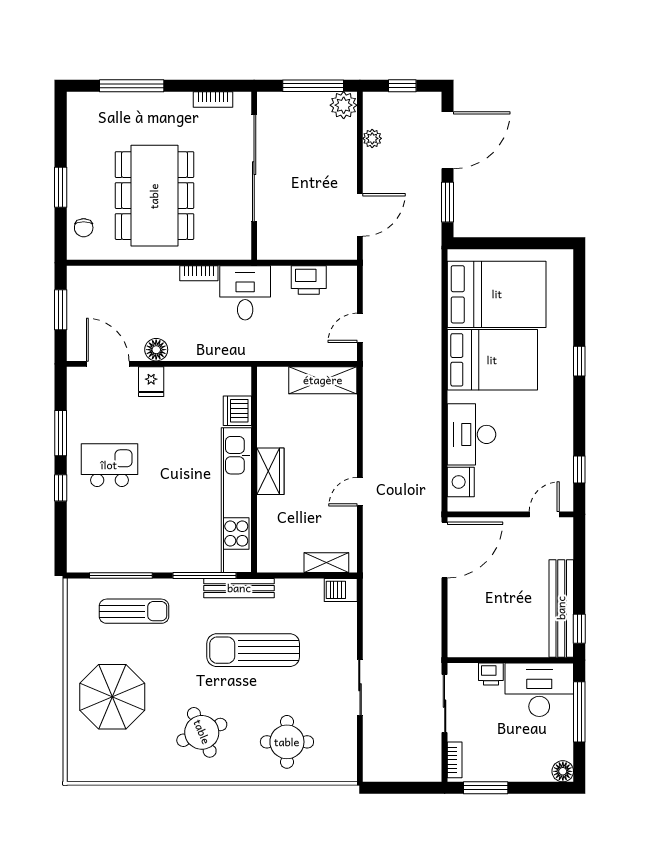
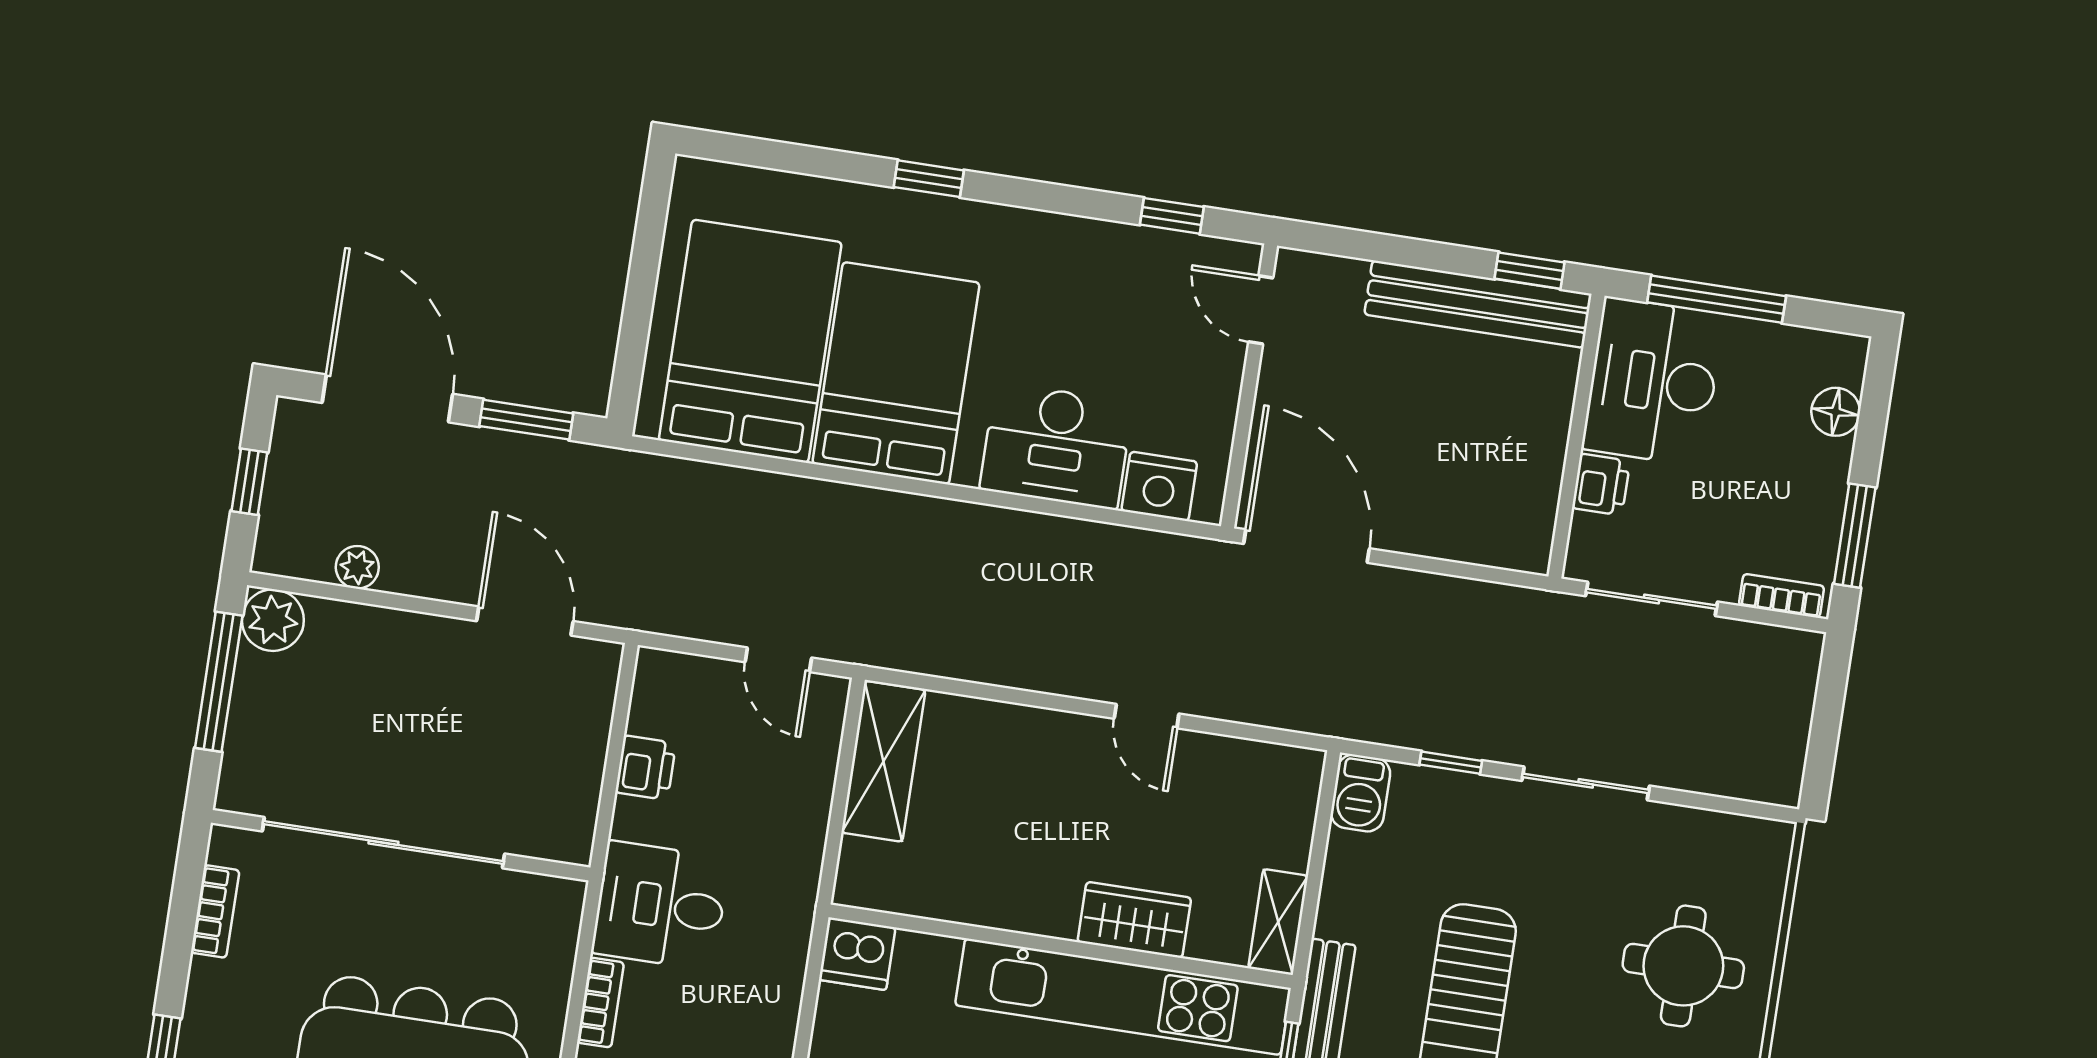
printer: (309, 280) -> (646, 768), width x0.73, depth x0.81
dishwasher: (237, 411) -> (857, 954), moved
wardrobe: (270, 471) -> (1134, 920), moved
shelving: (326, 563) -> (1278, 922), moved
window: (360, 627) -> (1451, 763), added
floor lamp: (563, 771) -> (1836, 412), moved

